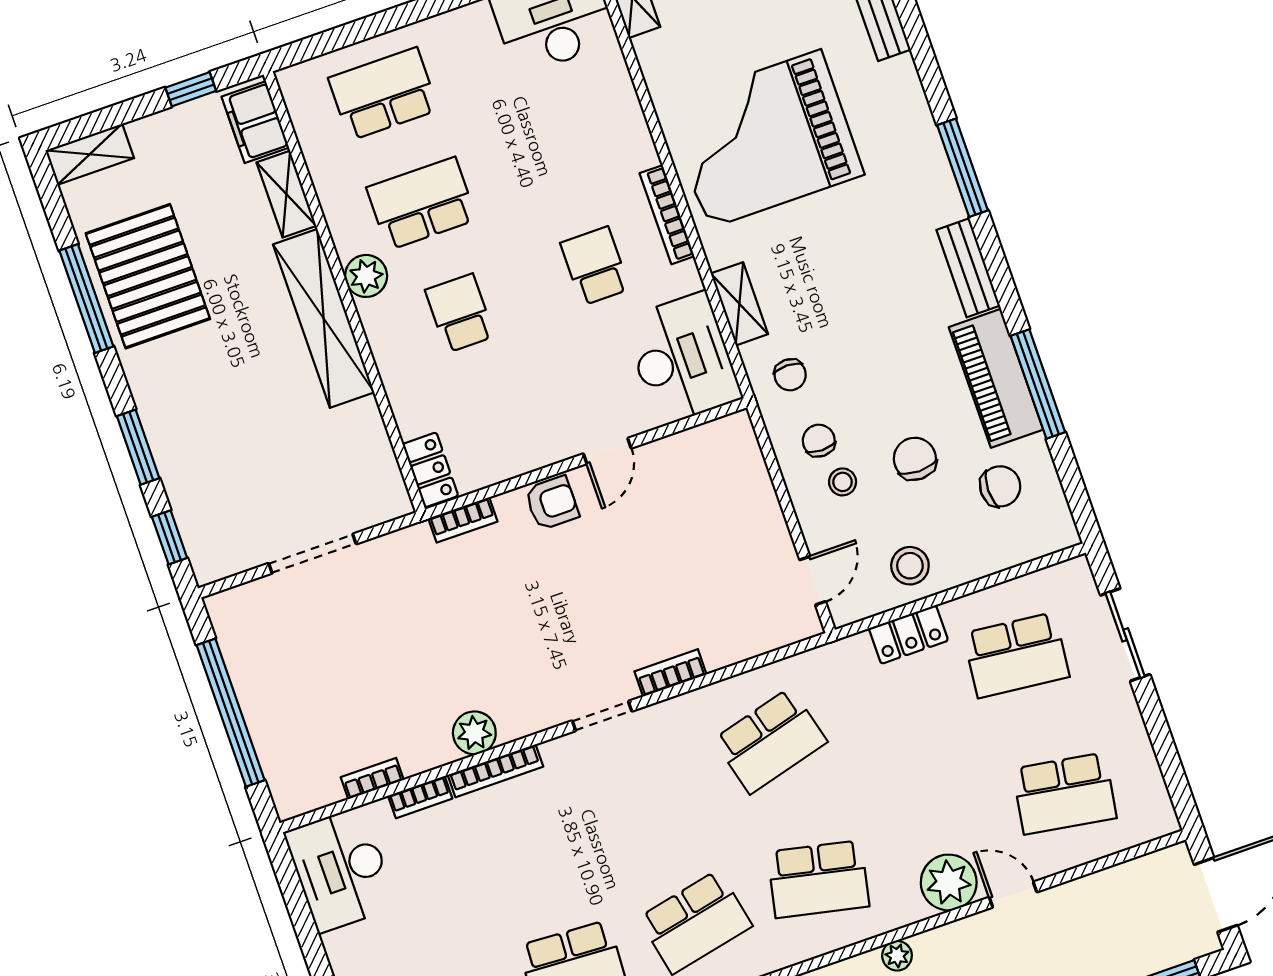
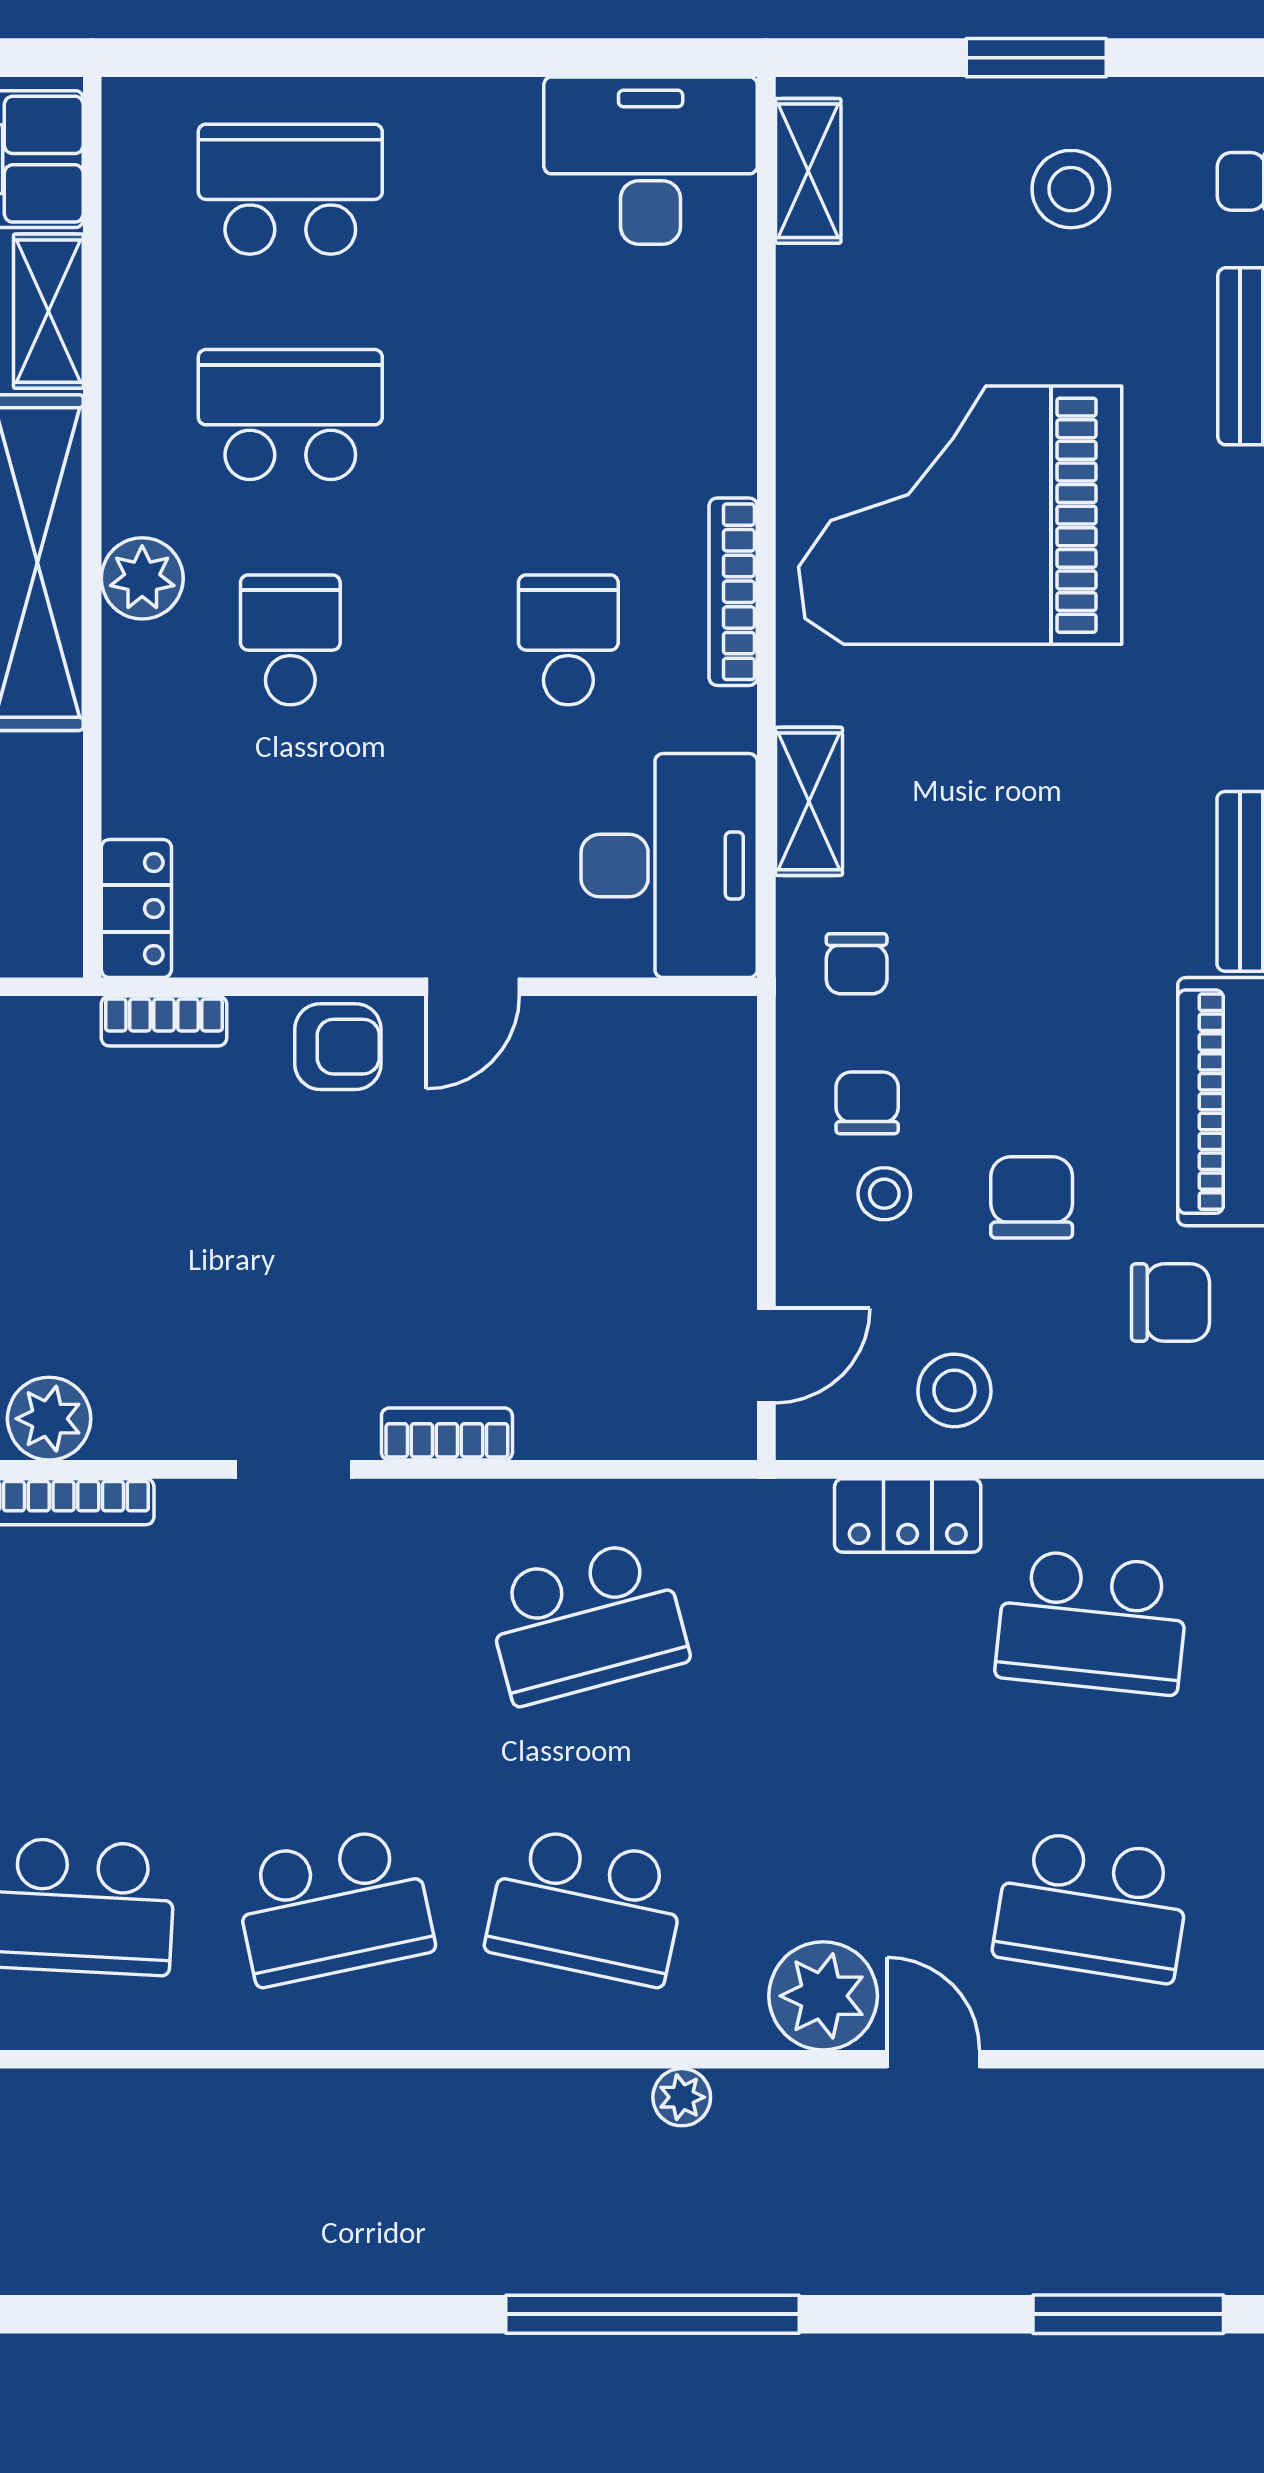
plant: (366, 276) -> (142, 578), moved

